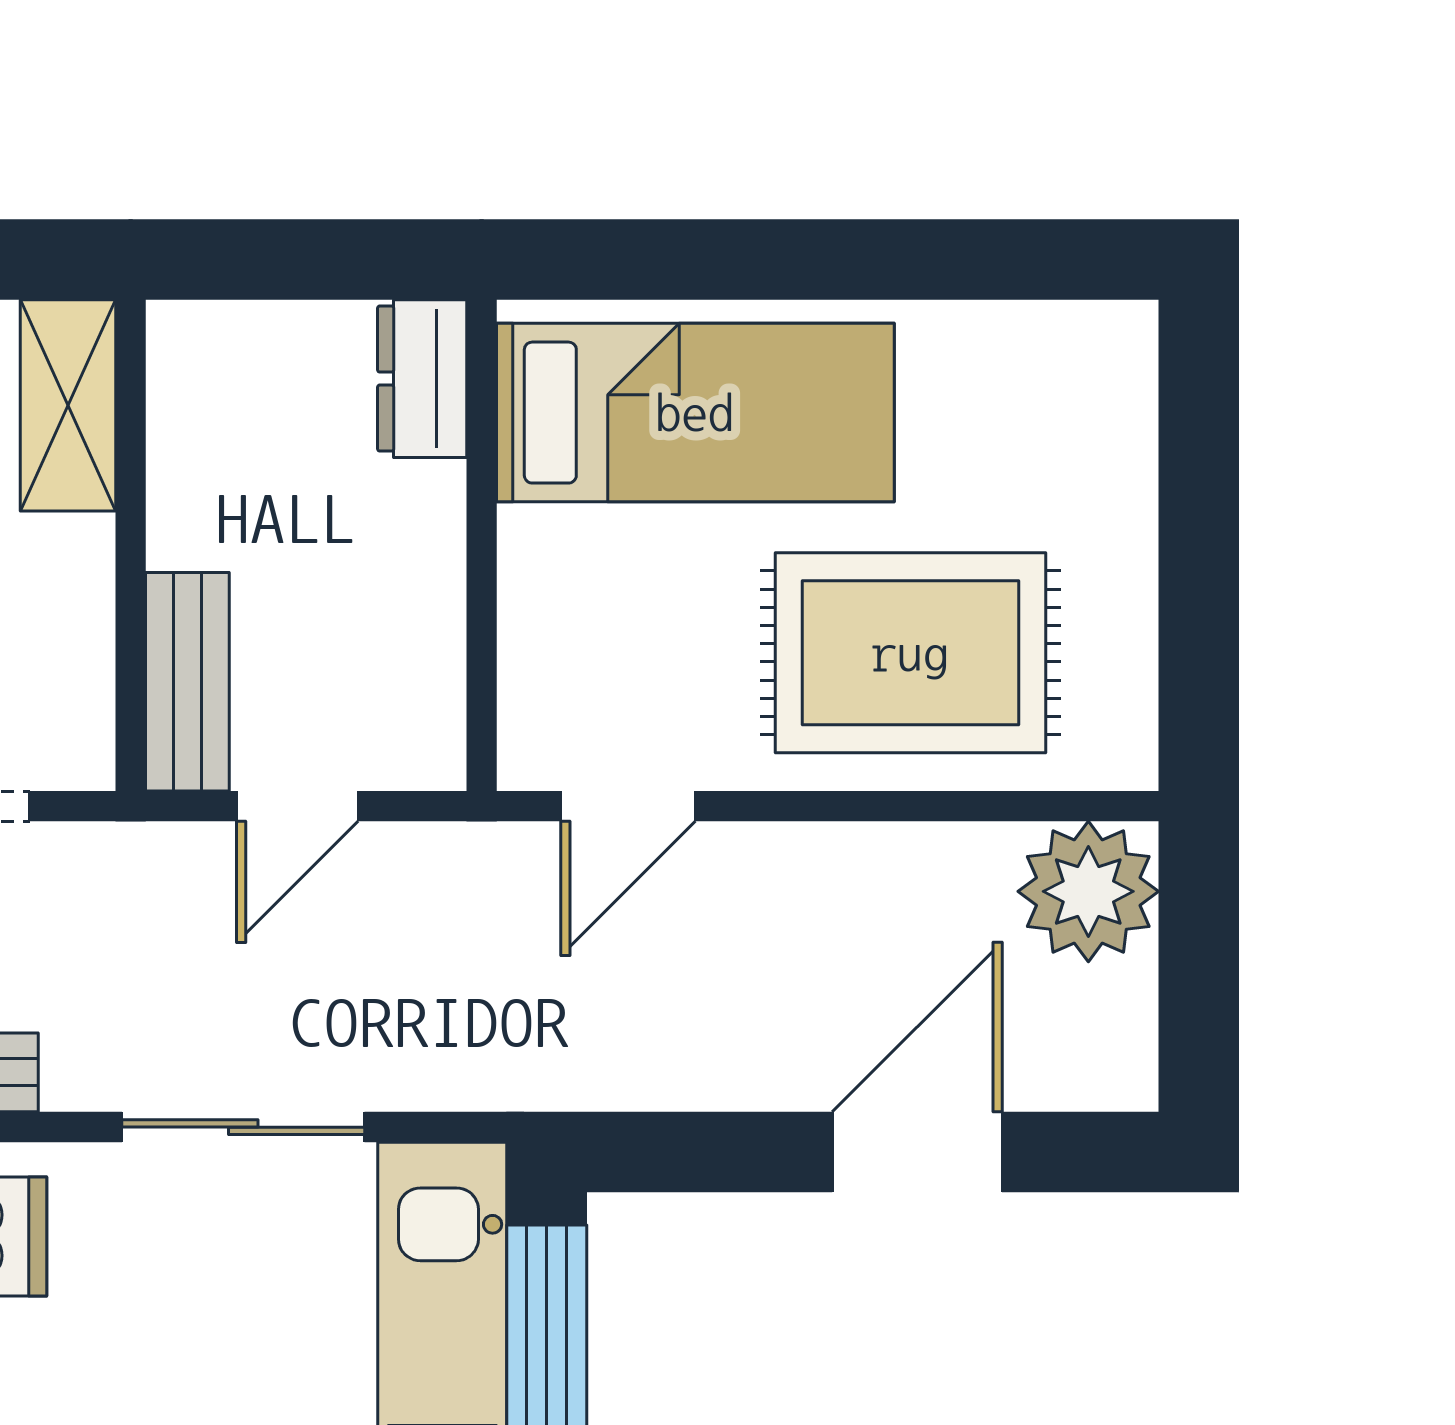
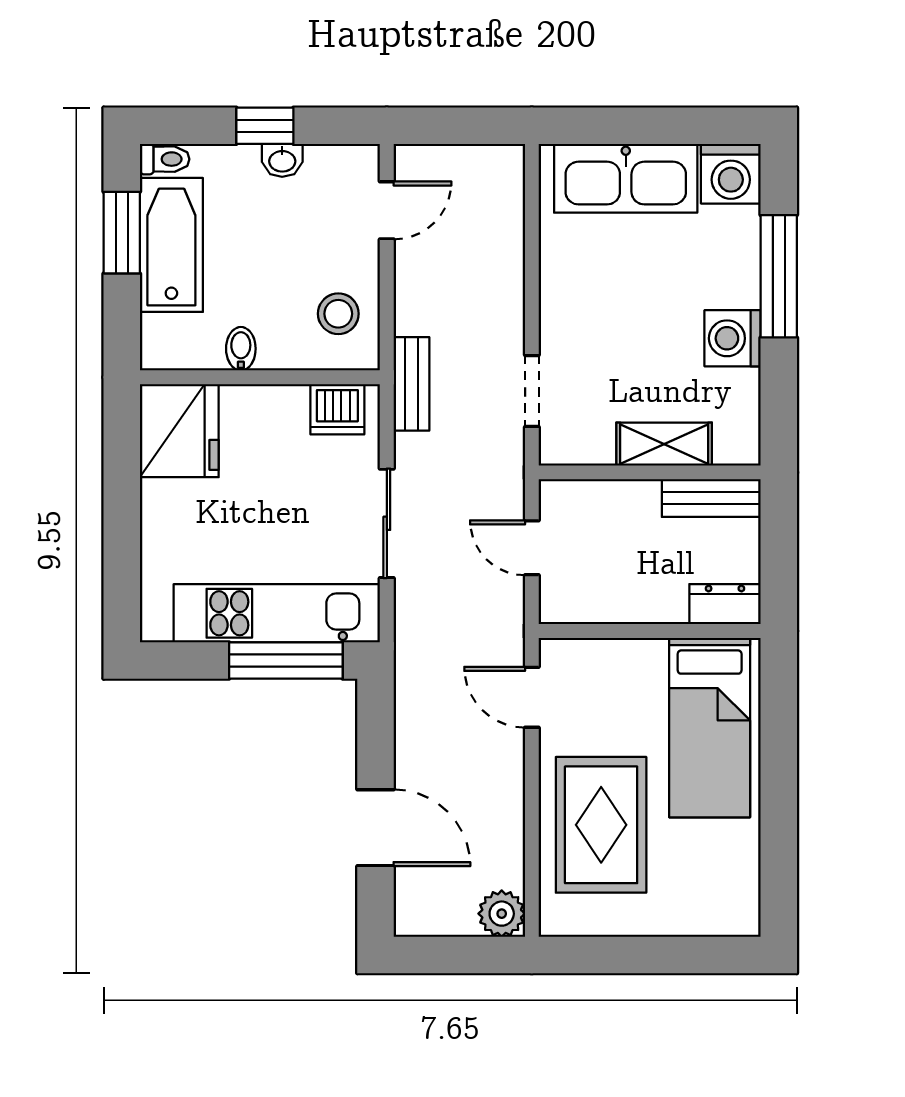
shelving: (68, 405) -> (664, 444), moved
bench: (187, 682) -> (711, 498), moved
plant: (1088, 891) -> (502, 914), width x0.73, depth x0.73

